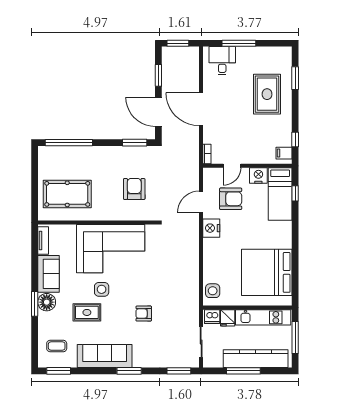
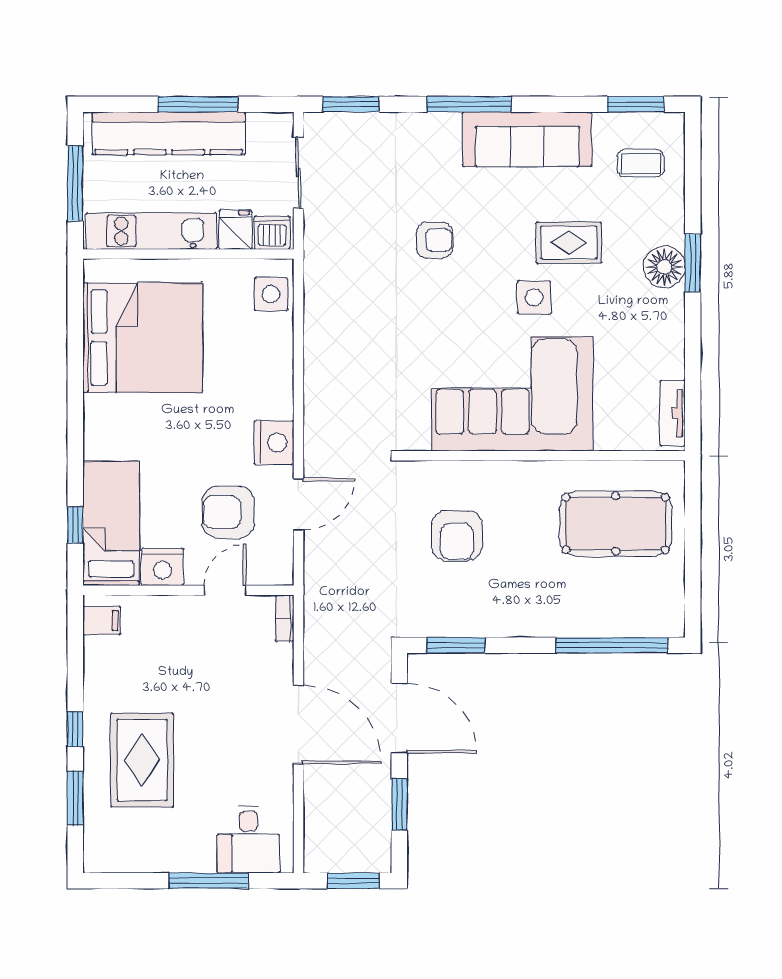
window: (295, 139) -> (75, 729), moved
sofa: (49, 274) -> (660, 334), removed
window: (129, 371) -> (469, 104), width x1.44

